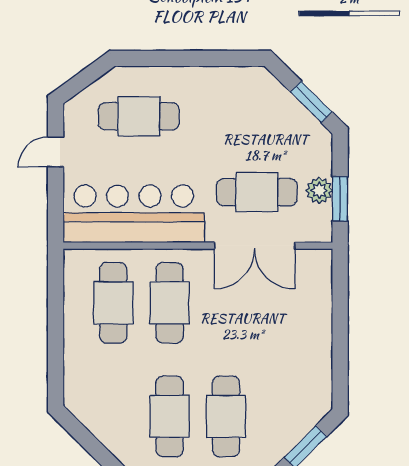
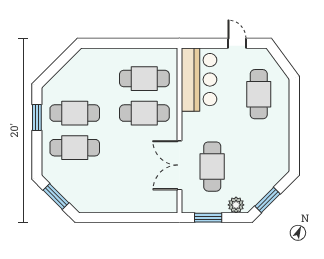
plant: (319, 190) -> (236, 205), moved
bar counter: (134, 214) -> (199, 80), width x0.73

